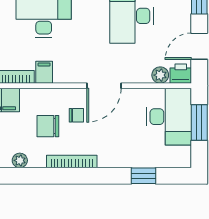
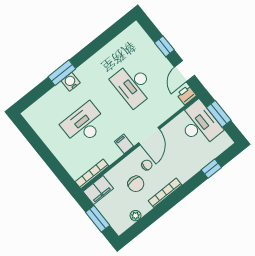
filing cabinet: (44, 72) -> (124, 144), moved
plant: (160, 75) -> (176, 105), removed
chair: (48, 126) -> (136, 184), turned -90

